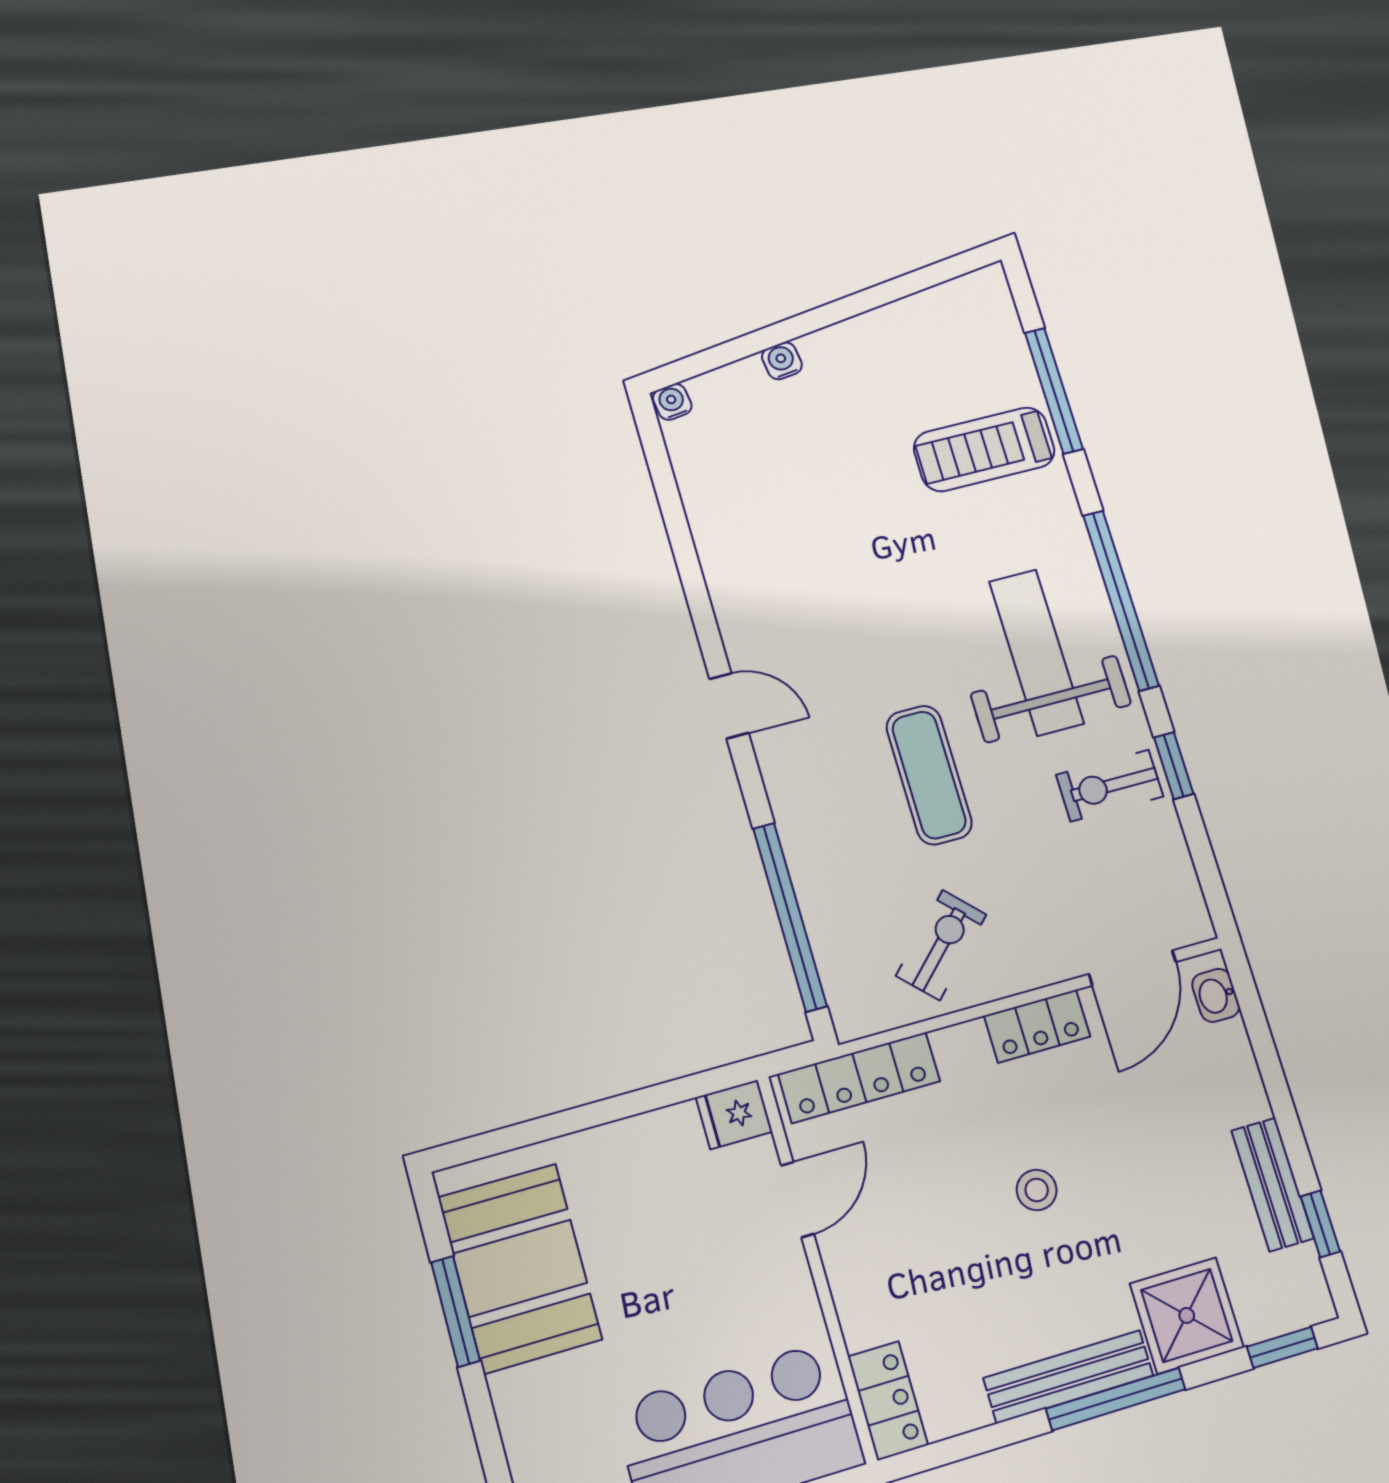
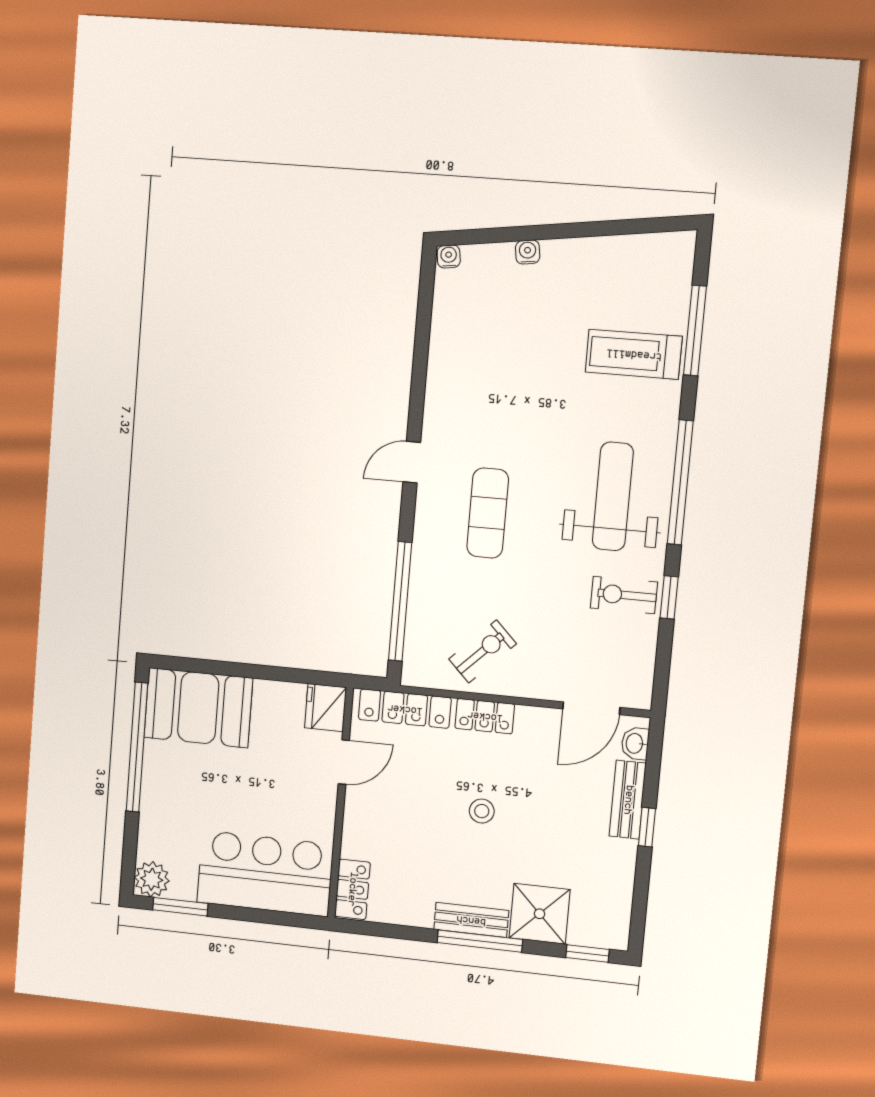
door: (729, 706) -> (412, 462), swing flipped
exercise mat: (929, 775) -> (488, 513), moved
locker: (1037, 1026) -> (485, 716), moved
fridge: (734, 1114) -> (325, 708), width x1.38
bench: (1273, 1184) -> (628, 800), moved
window: (1320, 1224) -> (647, 827), moved
booth: (520, 1268) -> (198, 708), moved, turned 90
window: (455, 1311) -> (137, 747), width x2.11
bench: (1069, 1377) -> (471, 920), width x0.73

